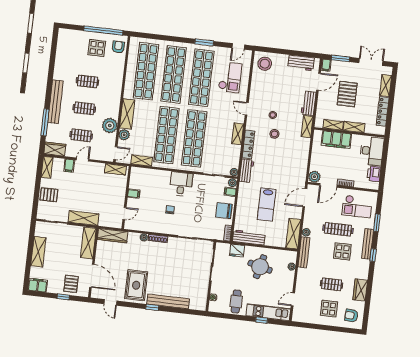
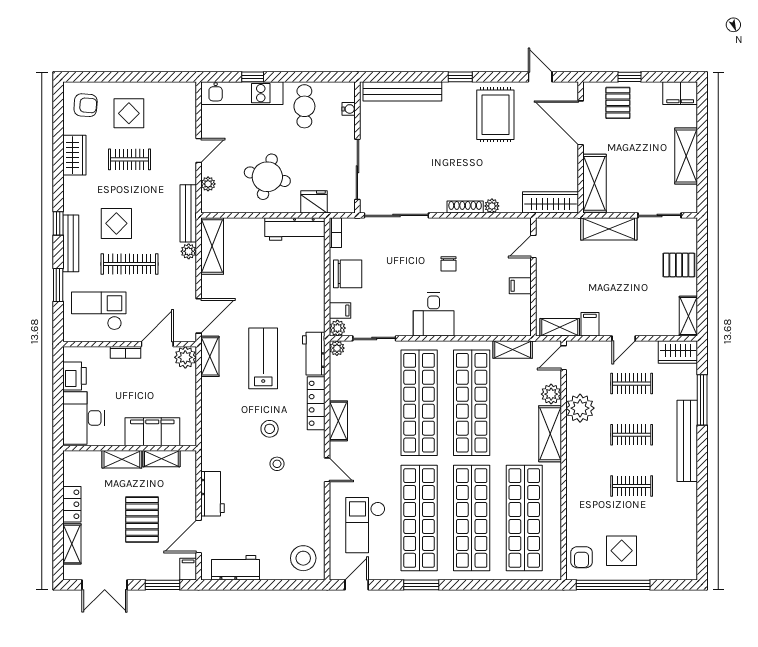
locker: (383, 111) -> (72, 504), width x0.66
shelving: (307, 127) -> (210, 356), moved
filing cabinet: (69, 166) -> (590, 324), moved
lab bench: (267, 204) -> (263, 358), moved
door: (293, 299) -> (199, 150), moved
bench: (168, 301) -> (402, 91), moved

